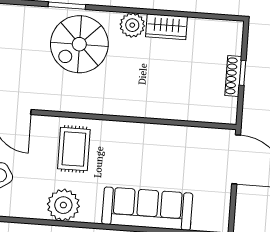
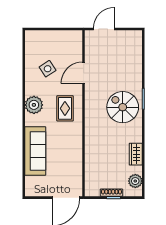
plant: (132, 25) -> (135, 181), moved
rug: (74, 149) -> (65, 108), turned 90

